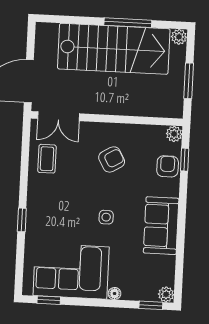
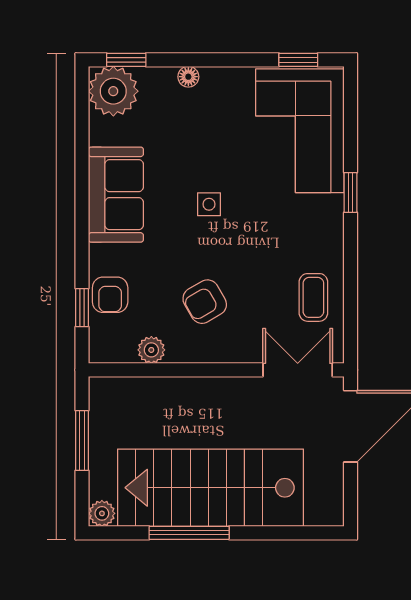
plant: (174, 134) -> (151, 350), moved
corner sofa: (71, 271) -> (300, 131), moved, turned 90
plant: (166, 294) -> (113, 91), width x1.87, depth x1.87

